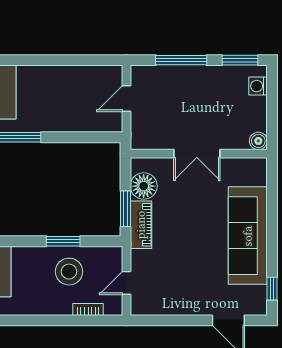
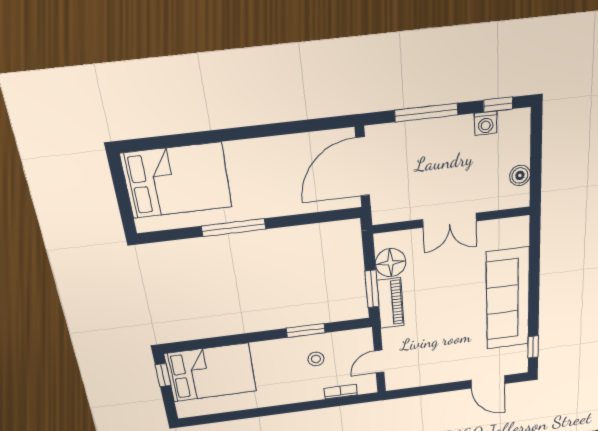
window: (240, 60) -> (498, 105), width x0.67
washing machine: (258, 86) -> (486, 123), moved, turned -90
door: (126, 98) -> (363, 167), width x1.88
boiler: (258, 141) -> (520, 175), moved
stool: (69, 272) -> (316, 359), width x0.53, depth x0.53

